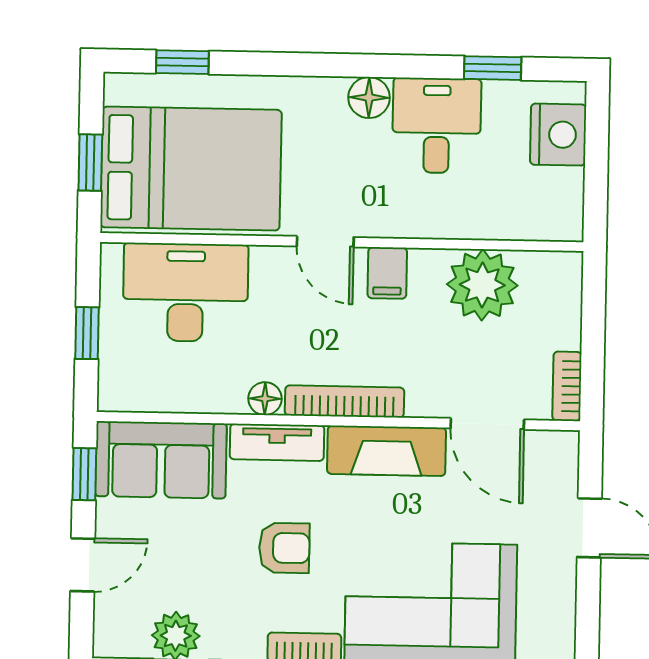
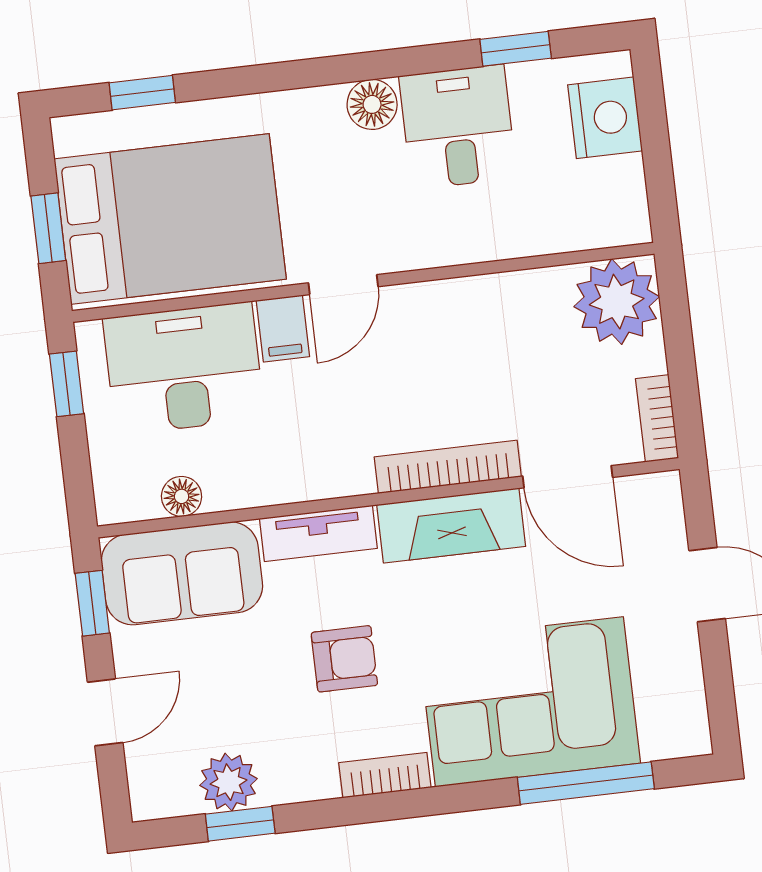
door: (325, 242) -> (343, 285), hinge flipped
filing cabinet: (387, 273) -> (283, 329), moved
plant: (482, 285) -> (617, 302), moved
window: (87, 333) -> (67, 384), moved
floor lamp: (265, 399) -> (182, 496), moved
bookcase: (345, 401) -> (448, 467), moved

